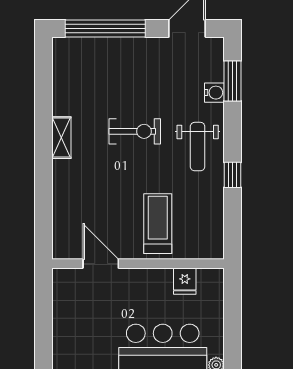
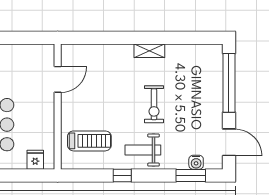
water cooler: (214, 93) -> (196, 162), moved
treadmill: (158, 224) -> (89, 141), moved
fridge: (185, 281) -> (35, 160), moved, turned 90

